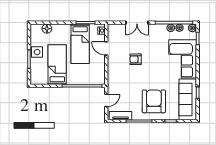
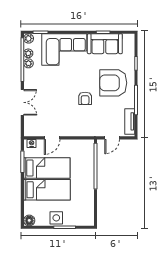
floor lamp: (47, 29) -> (29, 220), moved
armchair: (136, 59) -> (85, 98), moved
bed: (57, 65) -> (47, 190), moved, turned 180
sofa: (188, 99) -> (105, 44), width x0.73
door: (106, 100) -> (112, 138), swing flipped

